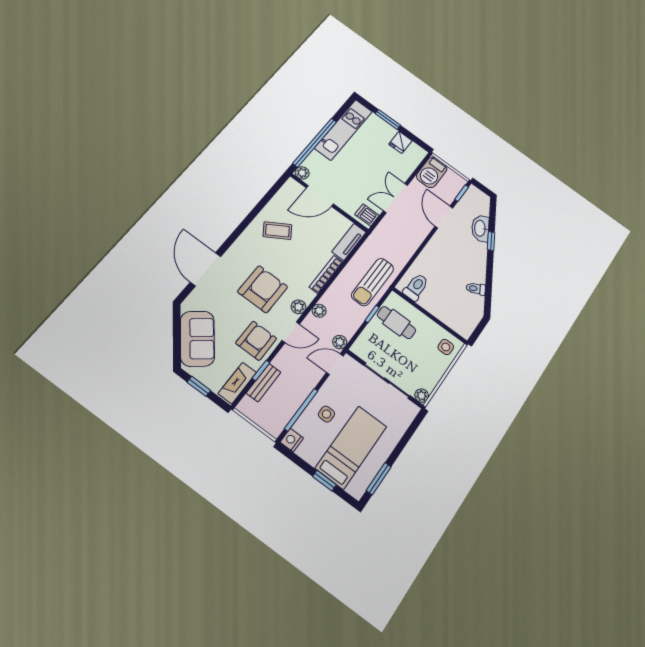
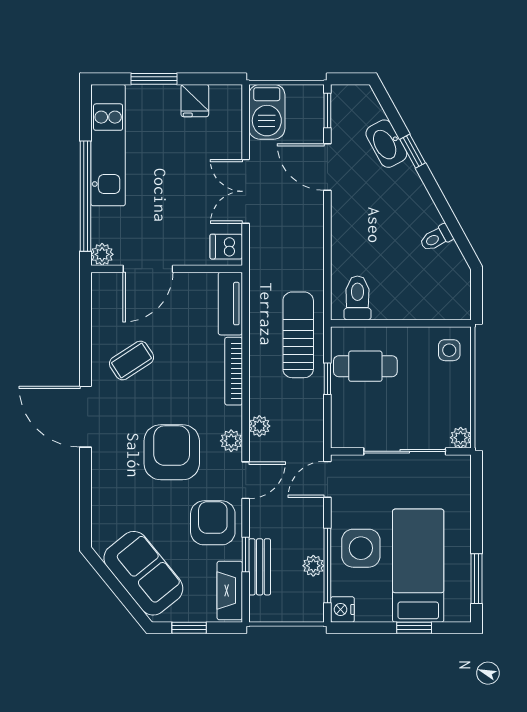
door: (205, 269) -> (85, 417), moved
sun lounger: (373, 282) -> (298, 335), turned 180
plant: (340, 342) -> (313, 566), moved
side table: (326, 414) -> (361, 548), width x1.87, depth x1.87

